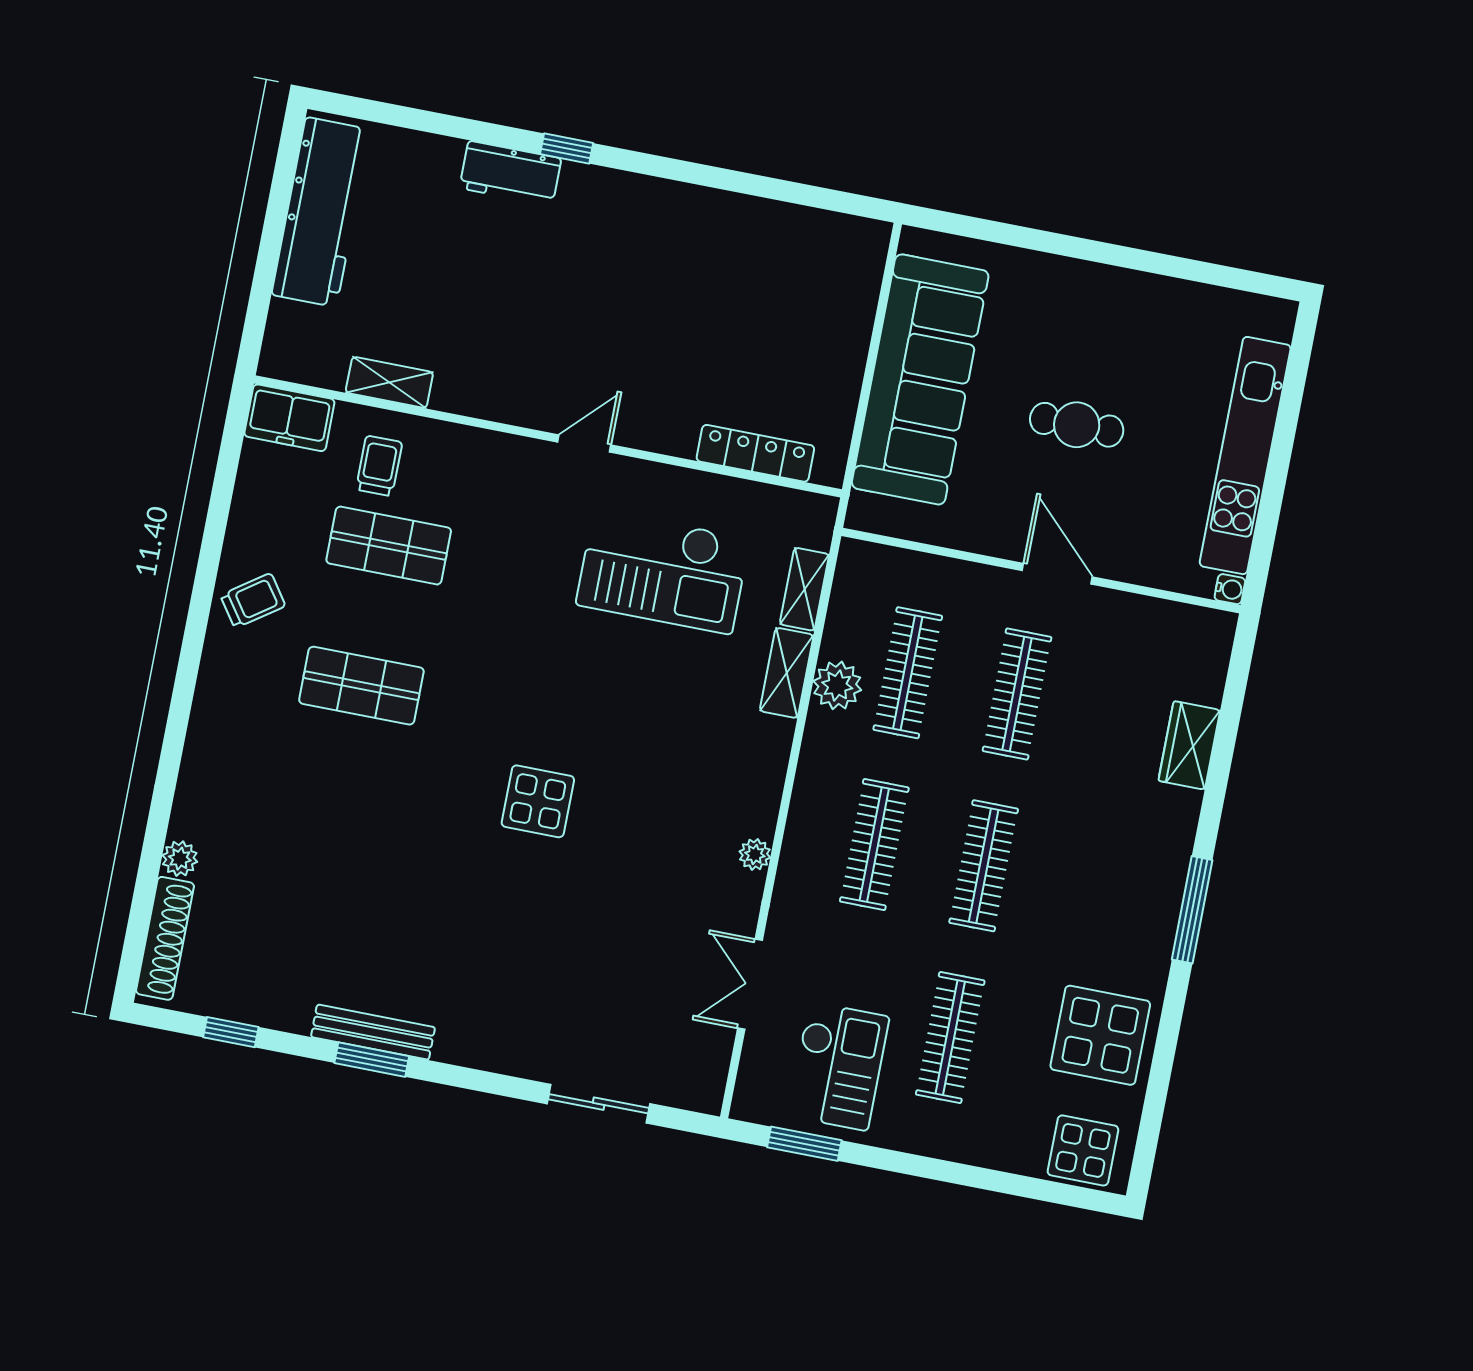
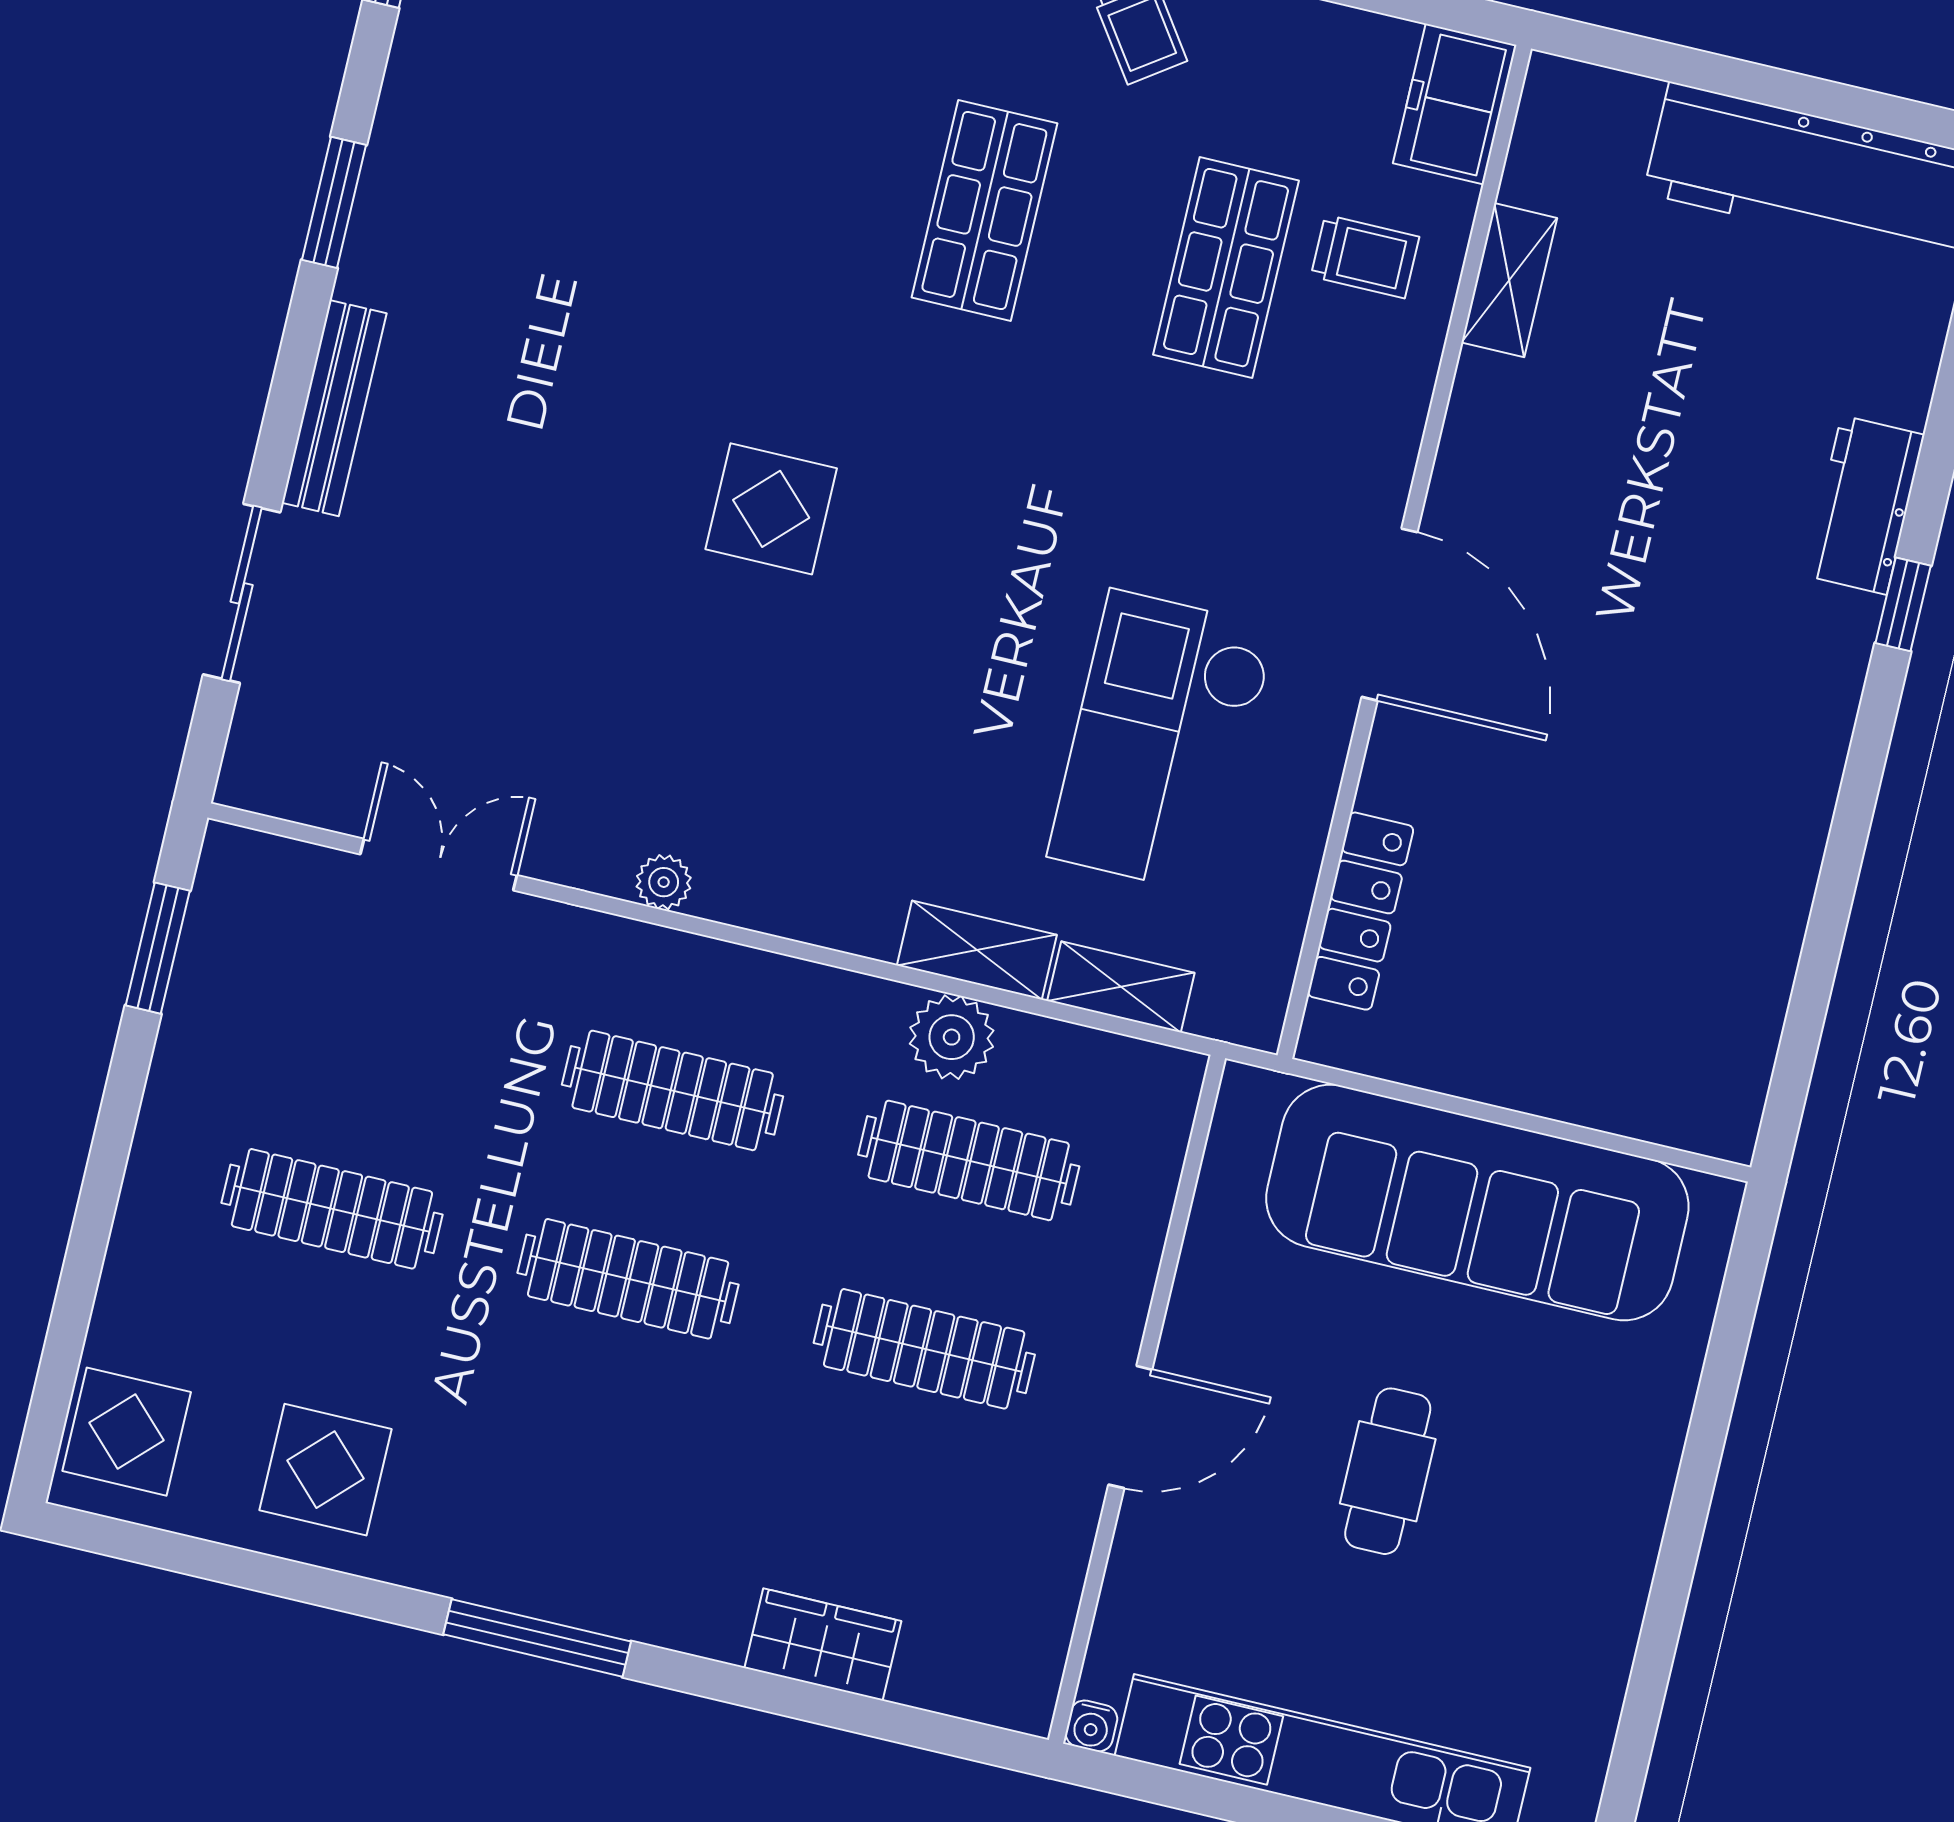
door: (584, 443) -> (1390, 615), width x1.87
bench: (373, 1032) -> (334, 408), moved
display table: (1100, 1035) -> (326, 1470), width x0.73, depth x0.73
checkout: (838, 1066) -> (290, 1012), removed

